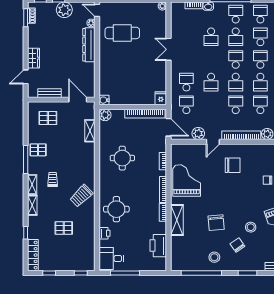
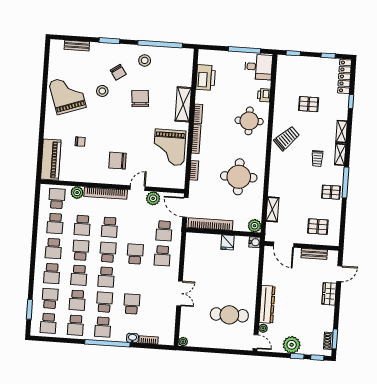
fridge: (161, 98) -> (228, 242), moved
round table: (122, 158) -> (239, 177), width x1.36, depth x1.36

